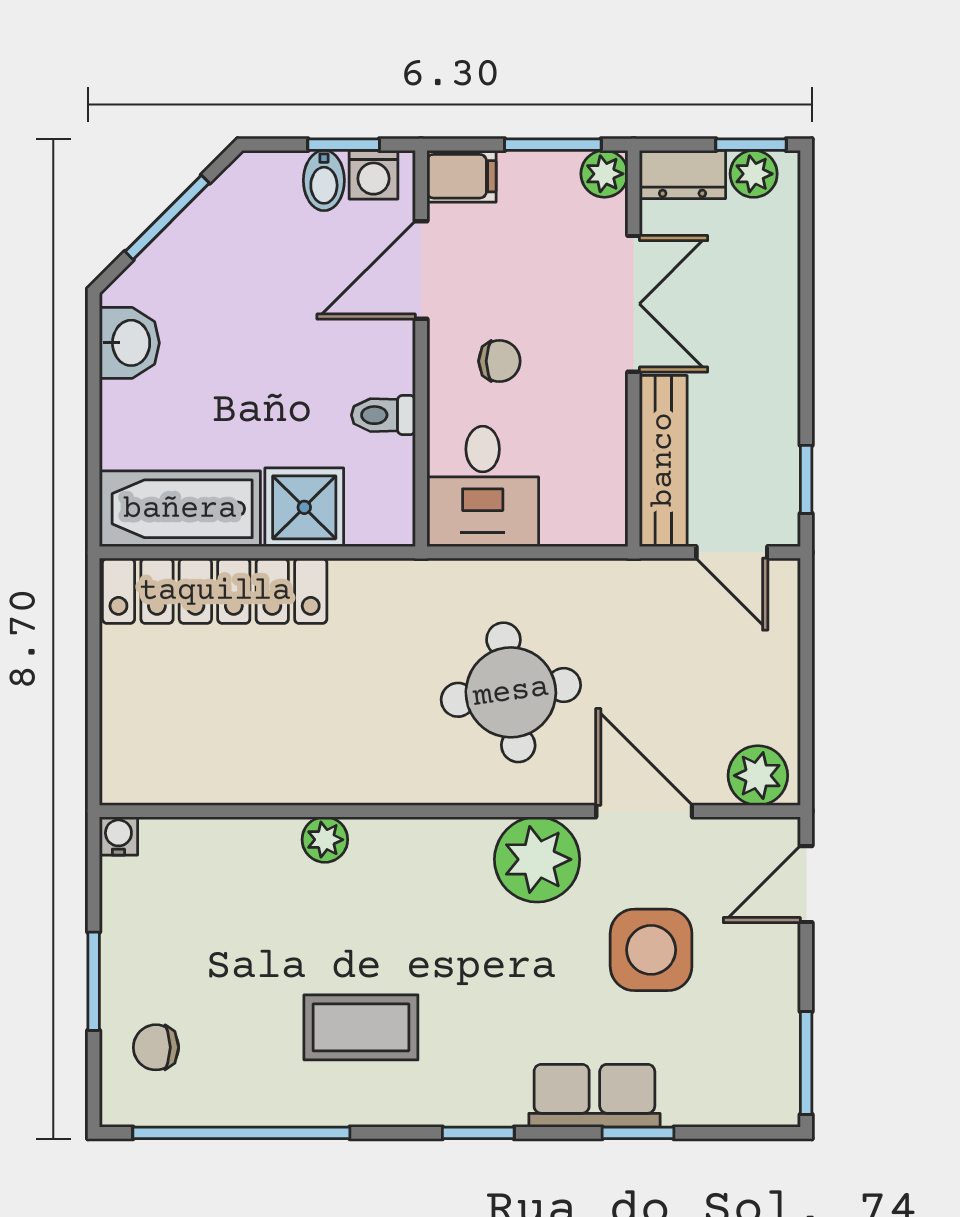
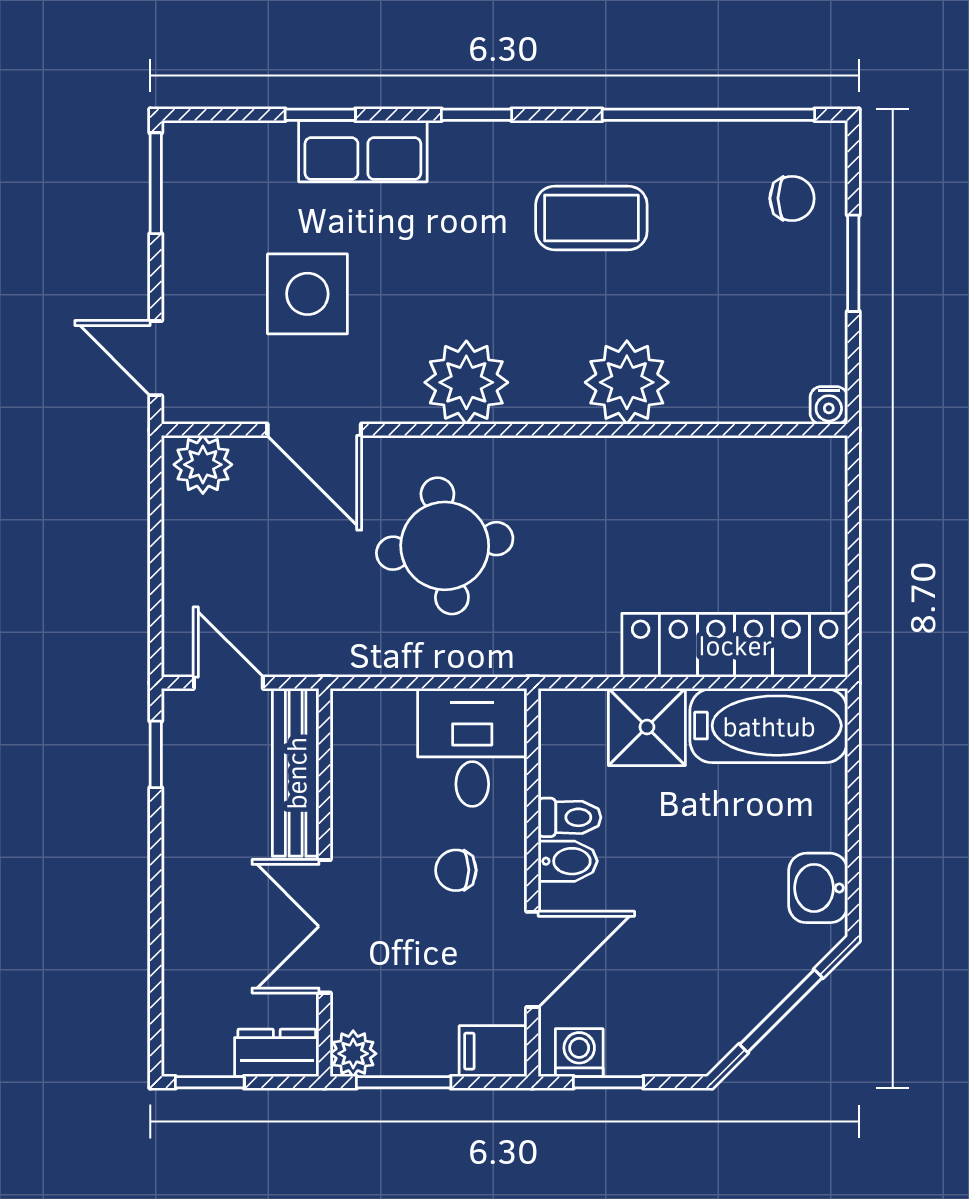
plant: (754, 174) -> (207, 1053), removed
bidet: (324, 180) -> (568, 861), moved, turned 90
plant: (325, 840) -> (627, 382), width x1.87, depth x1.87
plant: (537, 859) -> (466, 382), moved
door: (806, 884) -> (156, 358), swing flipped

